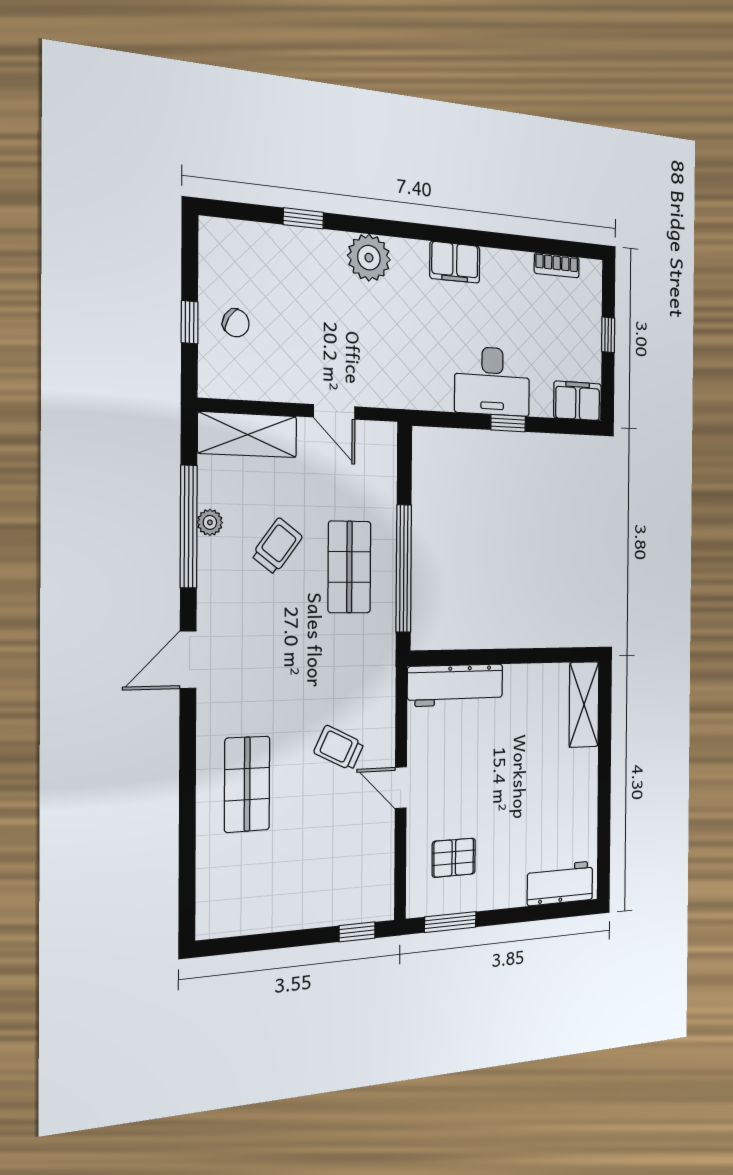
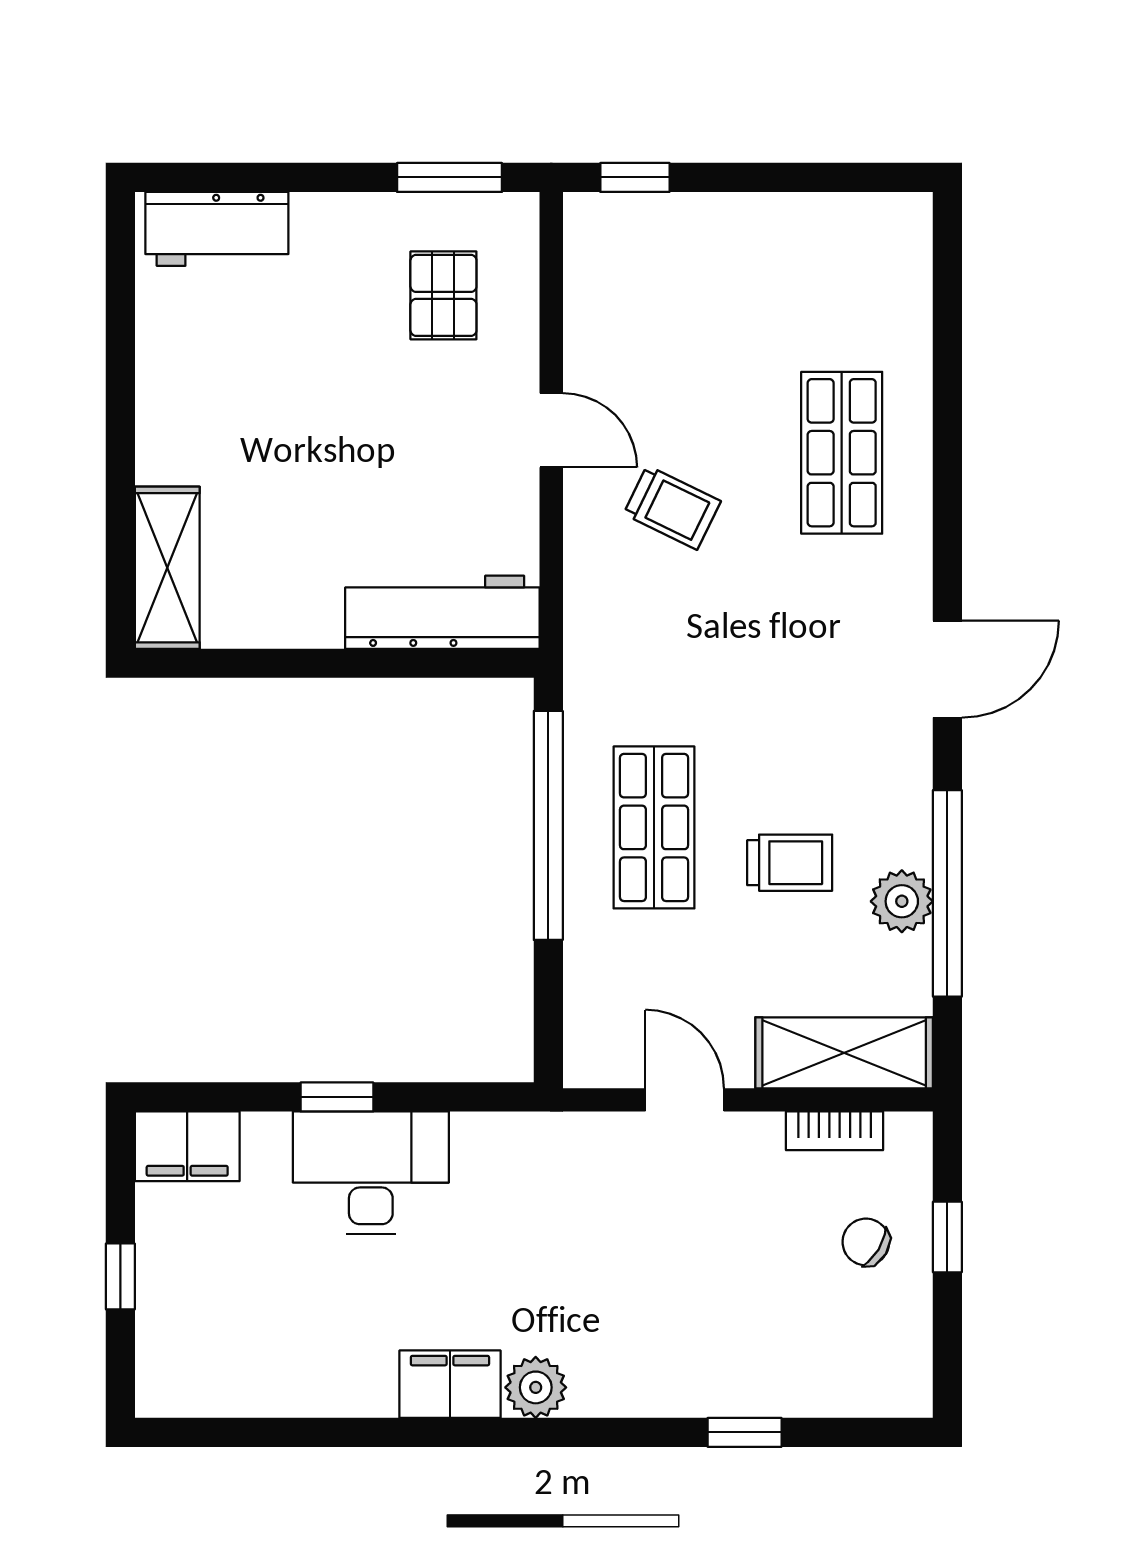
plant: (369, 258) -> (536, 1387), moved, width x0.73, depth x0.73
bookcase: (557, 265) -> (835, 1131), moved, turned 180
plant: (210, 522) -> (902, 901), width x1.38, depth x1.38
trolley: (277, 546) -> (790, 863), turned -127
pallet: (454, 858) -> (443, 295), turned 90

